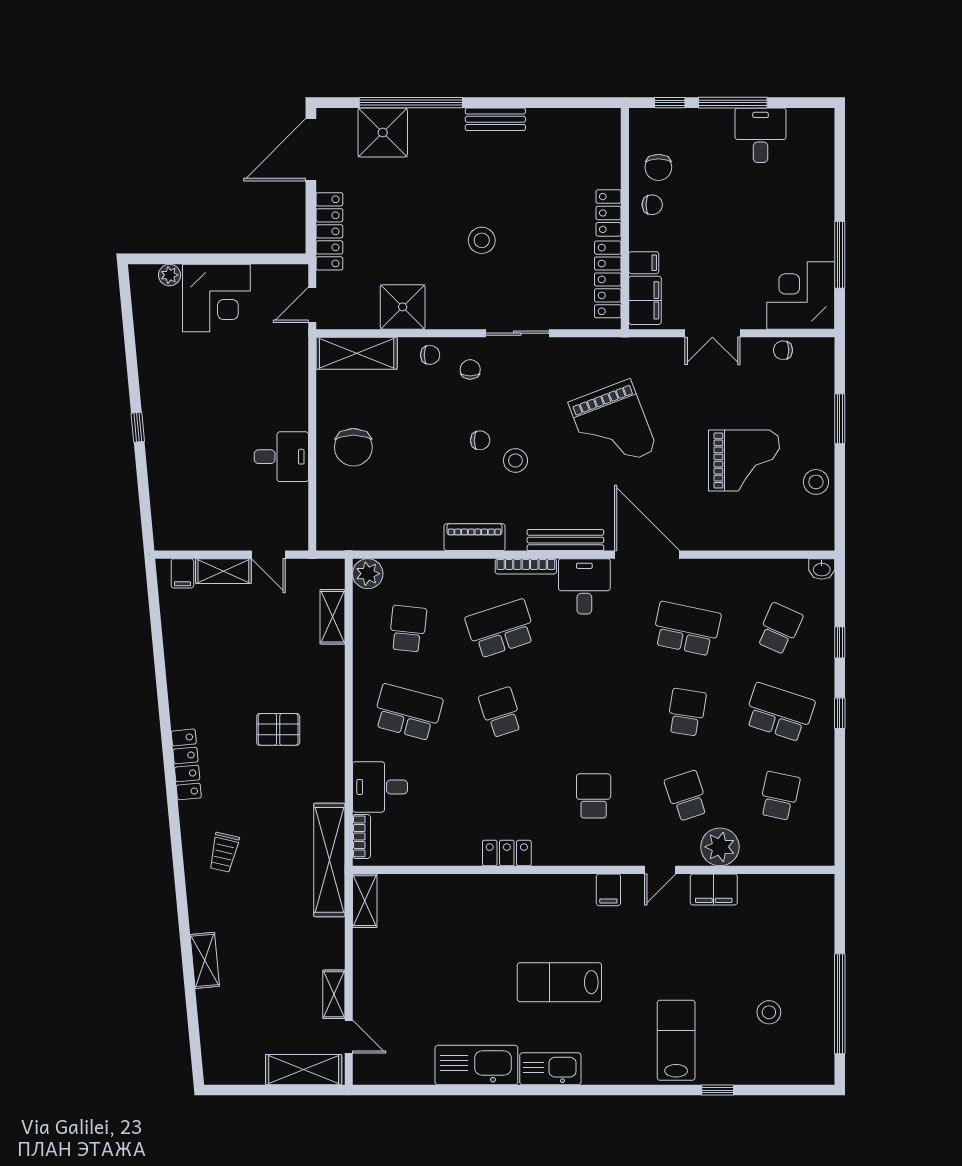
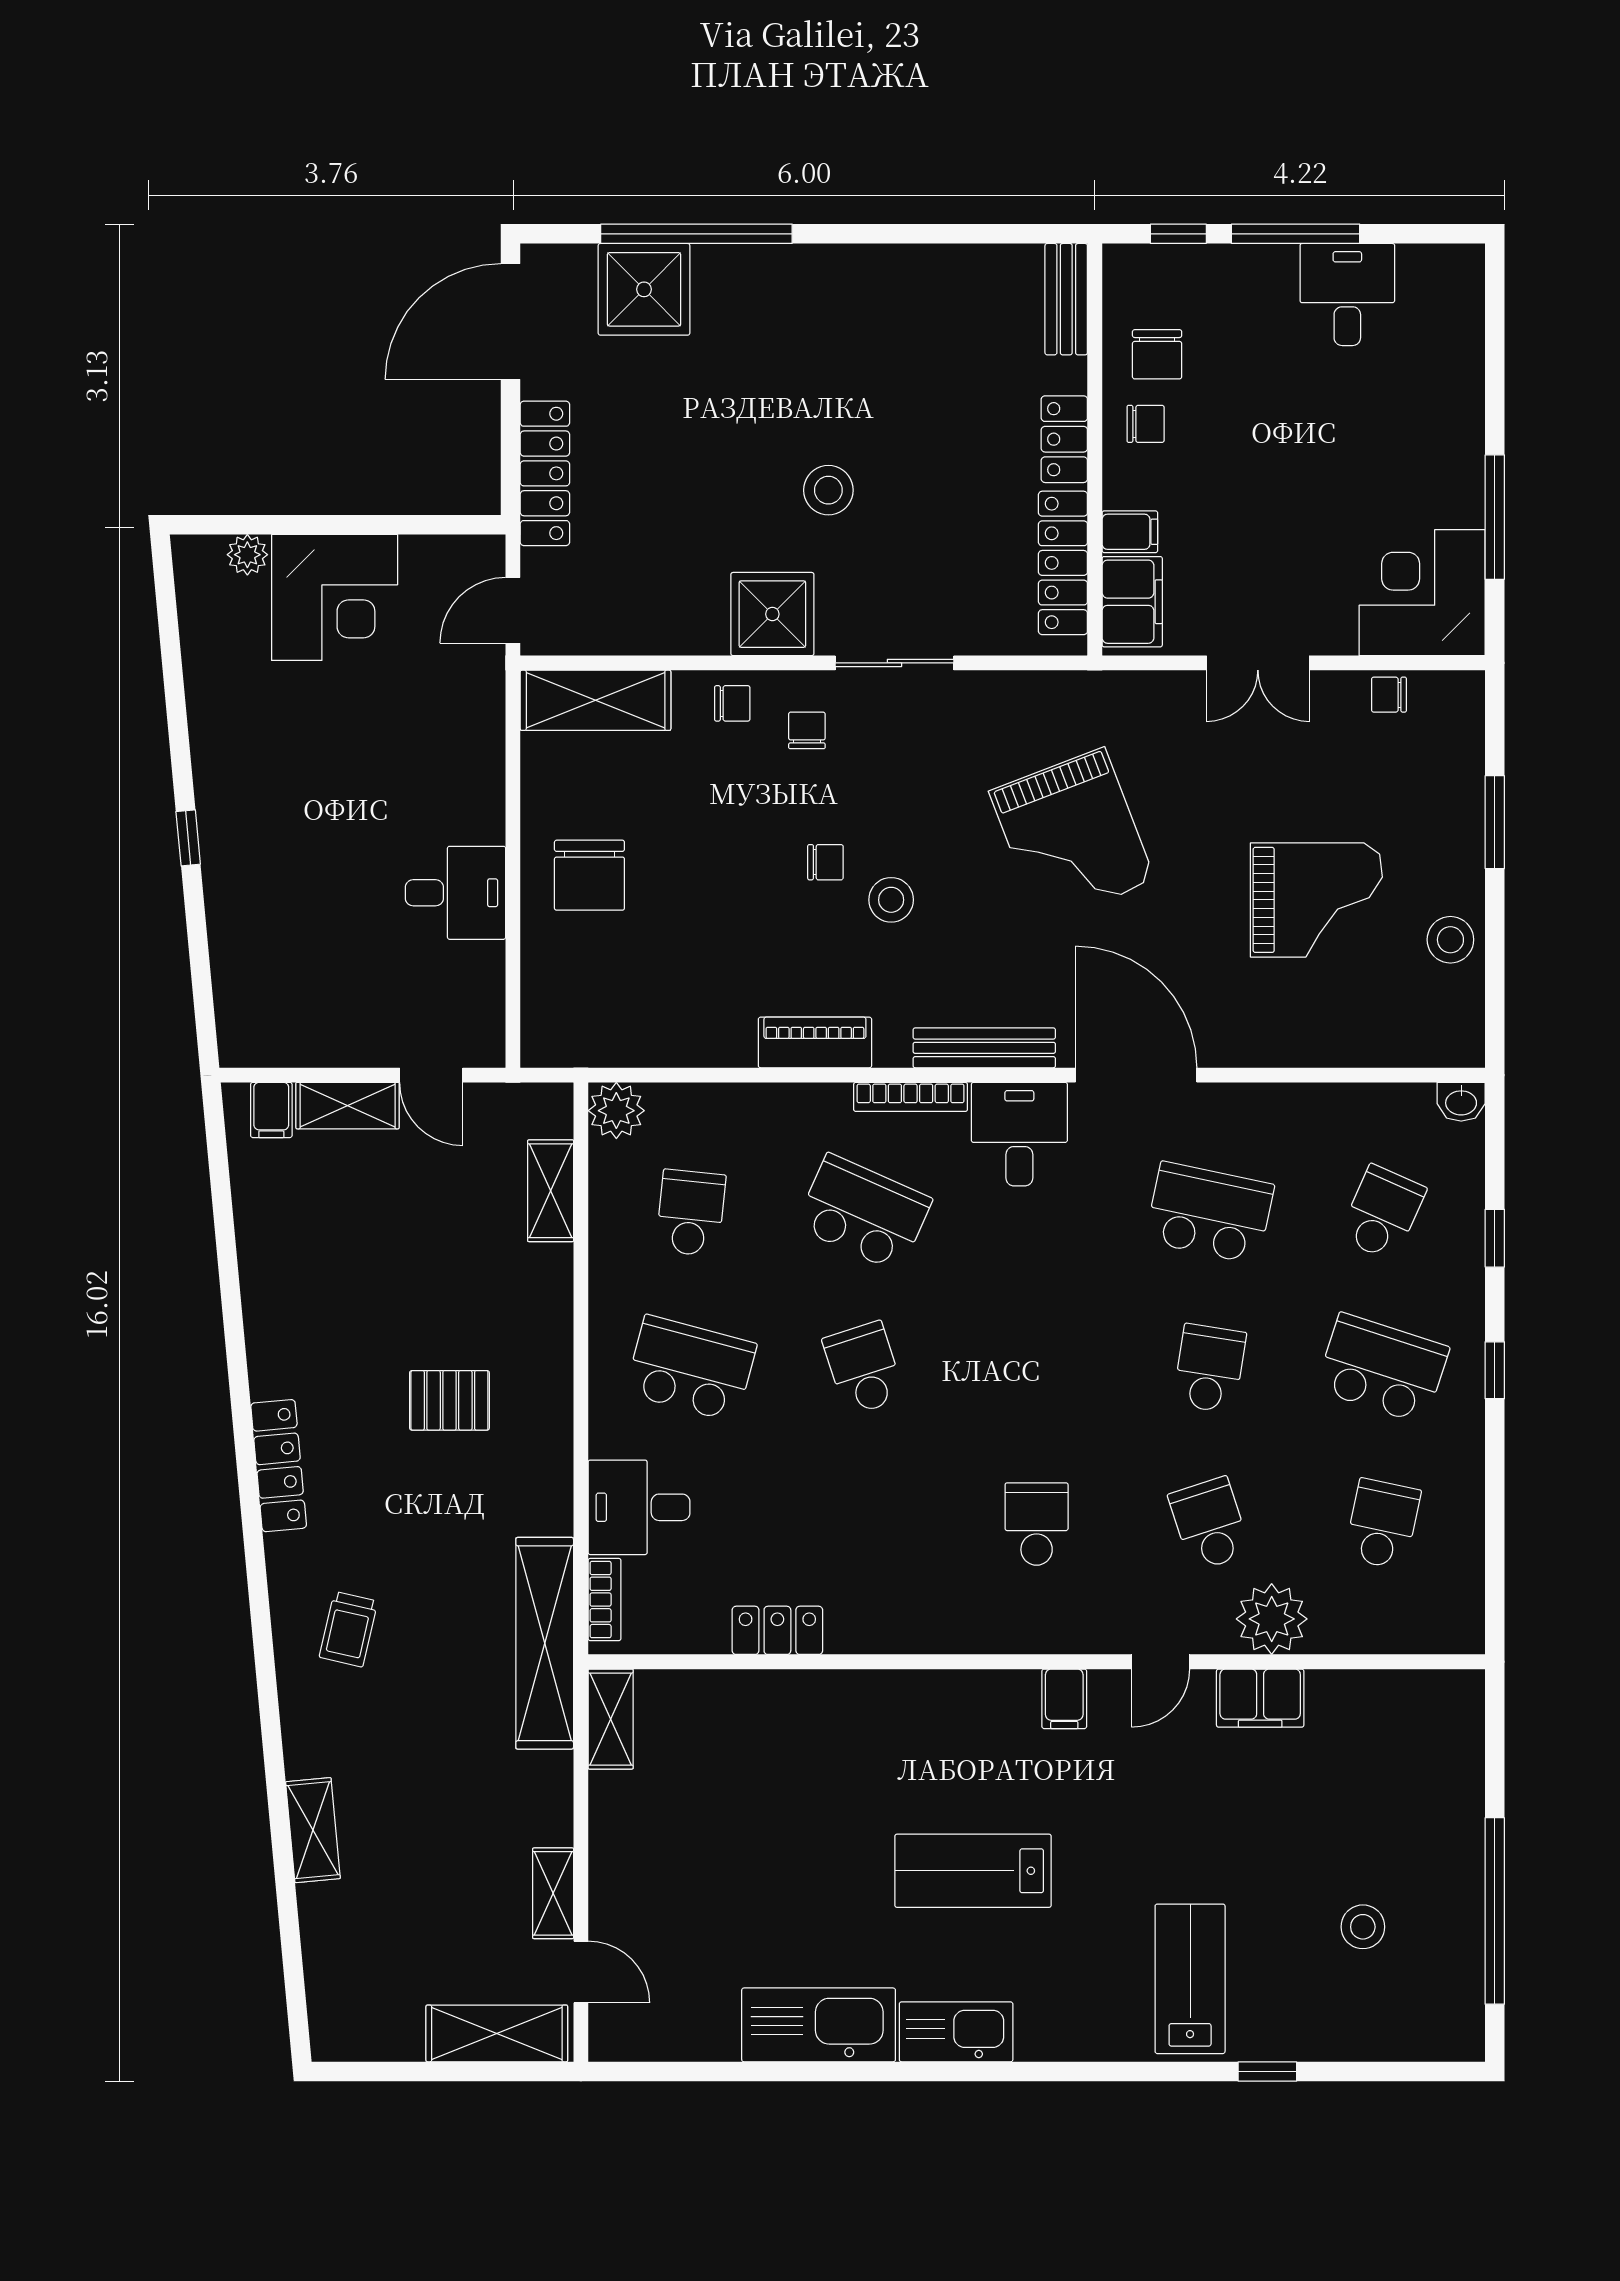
bench: (495, 119) -> (1066, 299), moved, turned 90
shower: (403, 307) -> (772, 614), moved
school desk: (501, 629) -> (864, 1213), turned 42
locker: (507, 853) -> (777, 1630), moved

